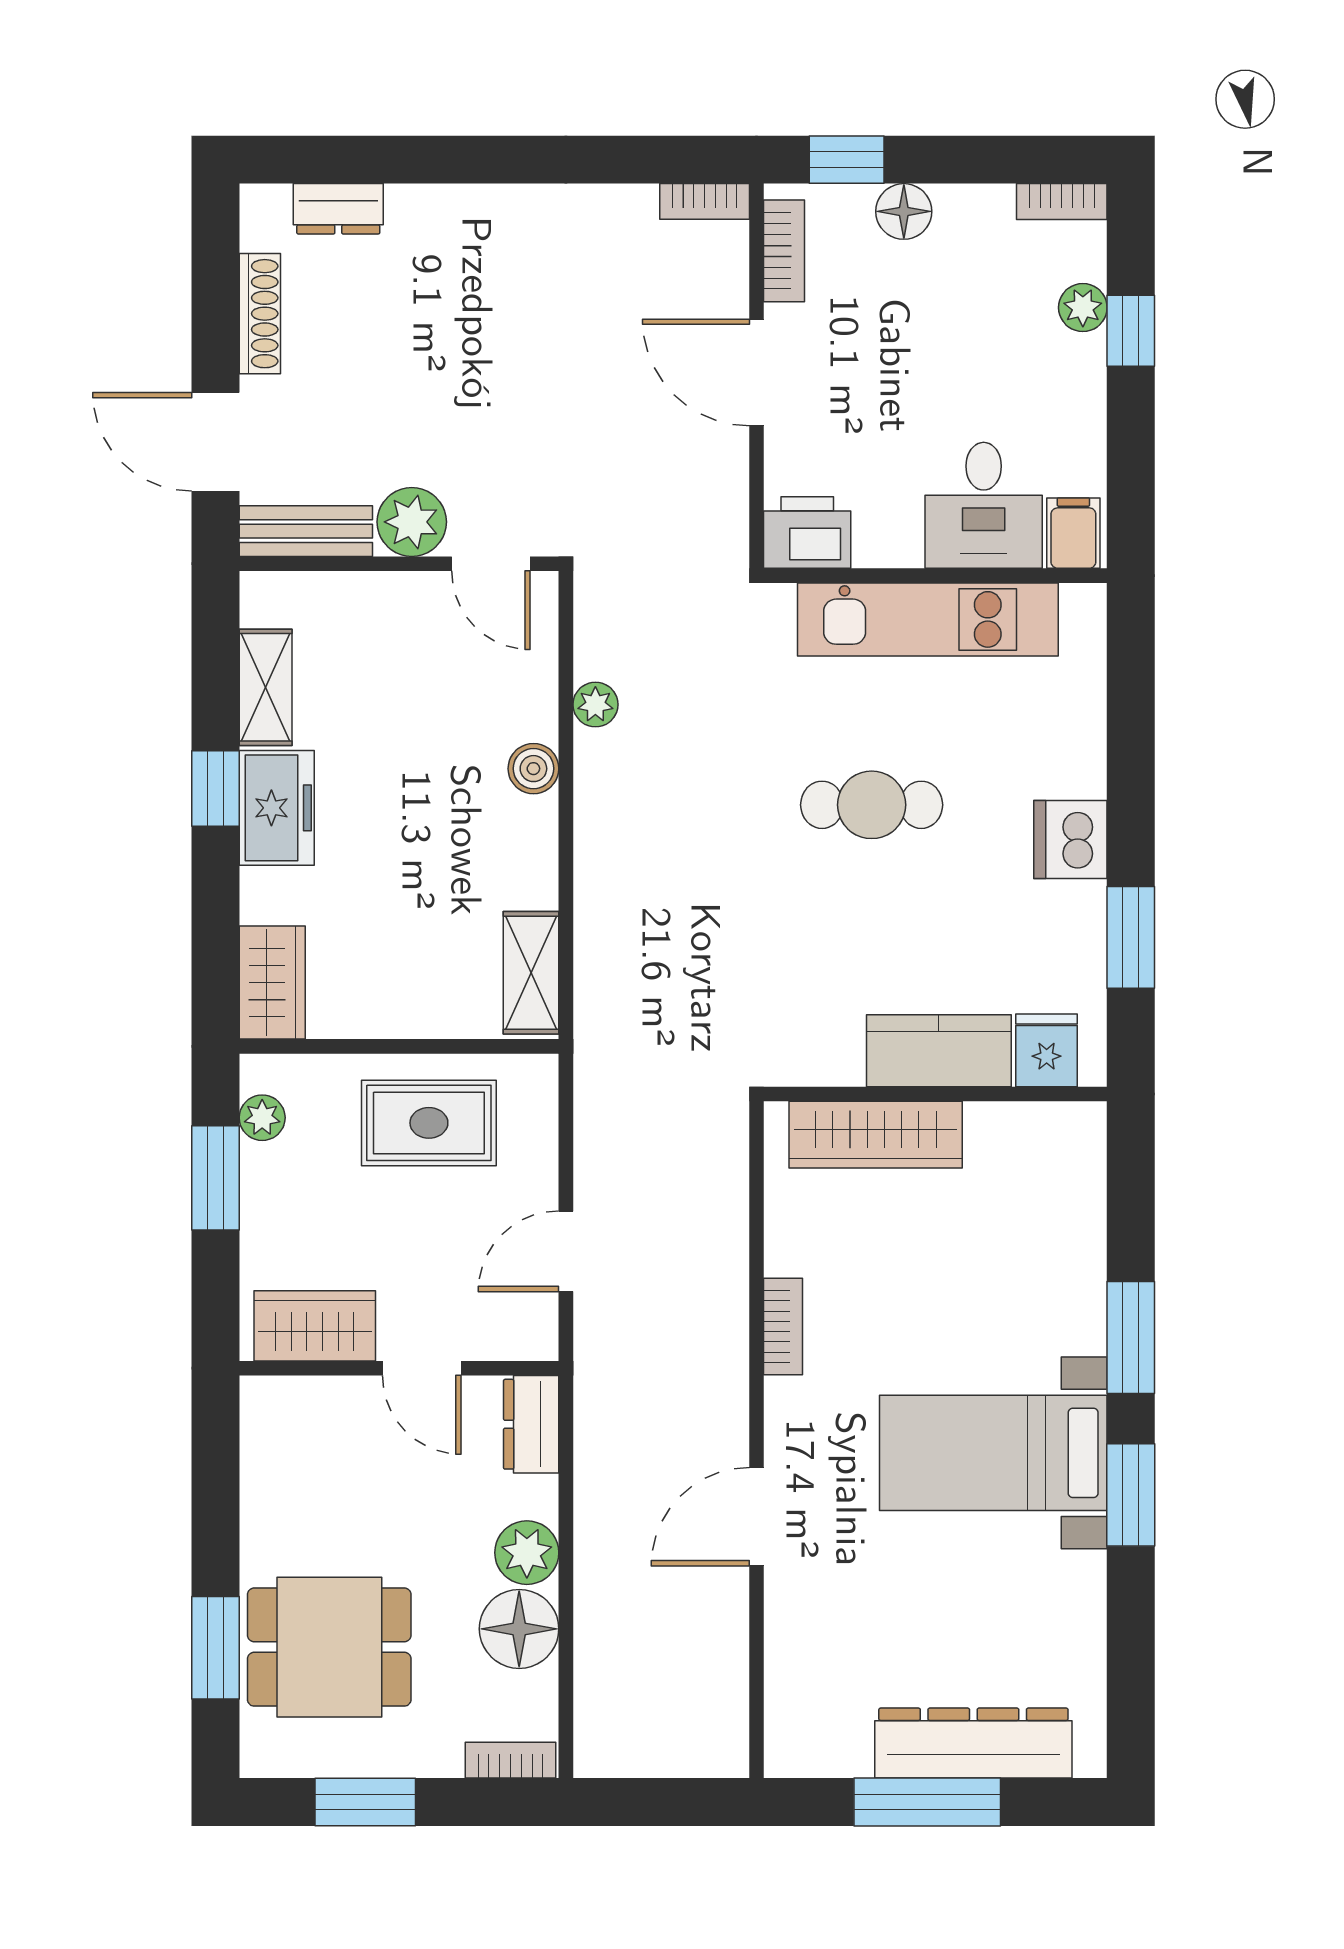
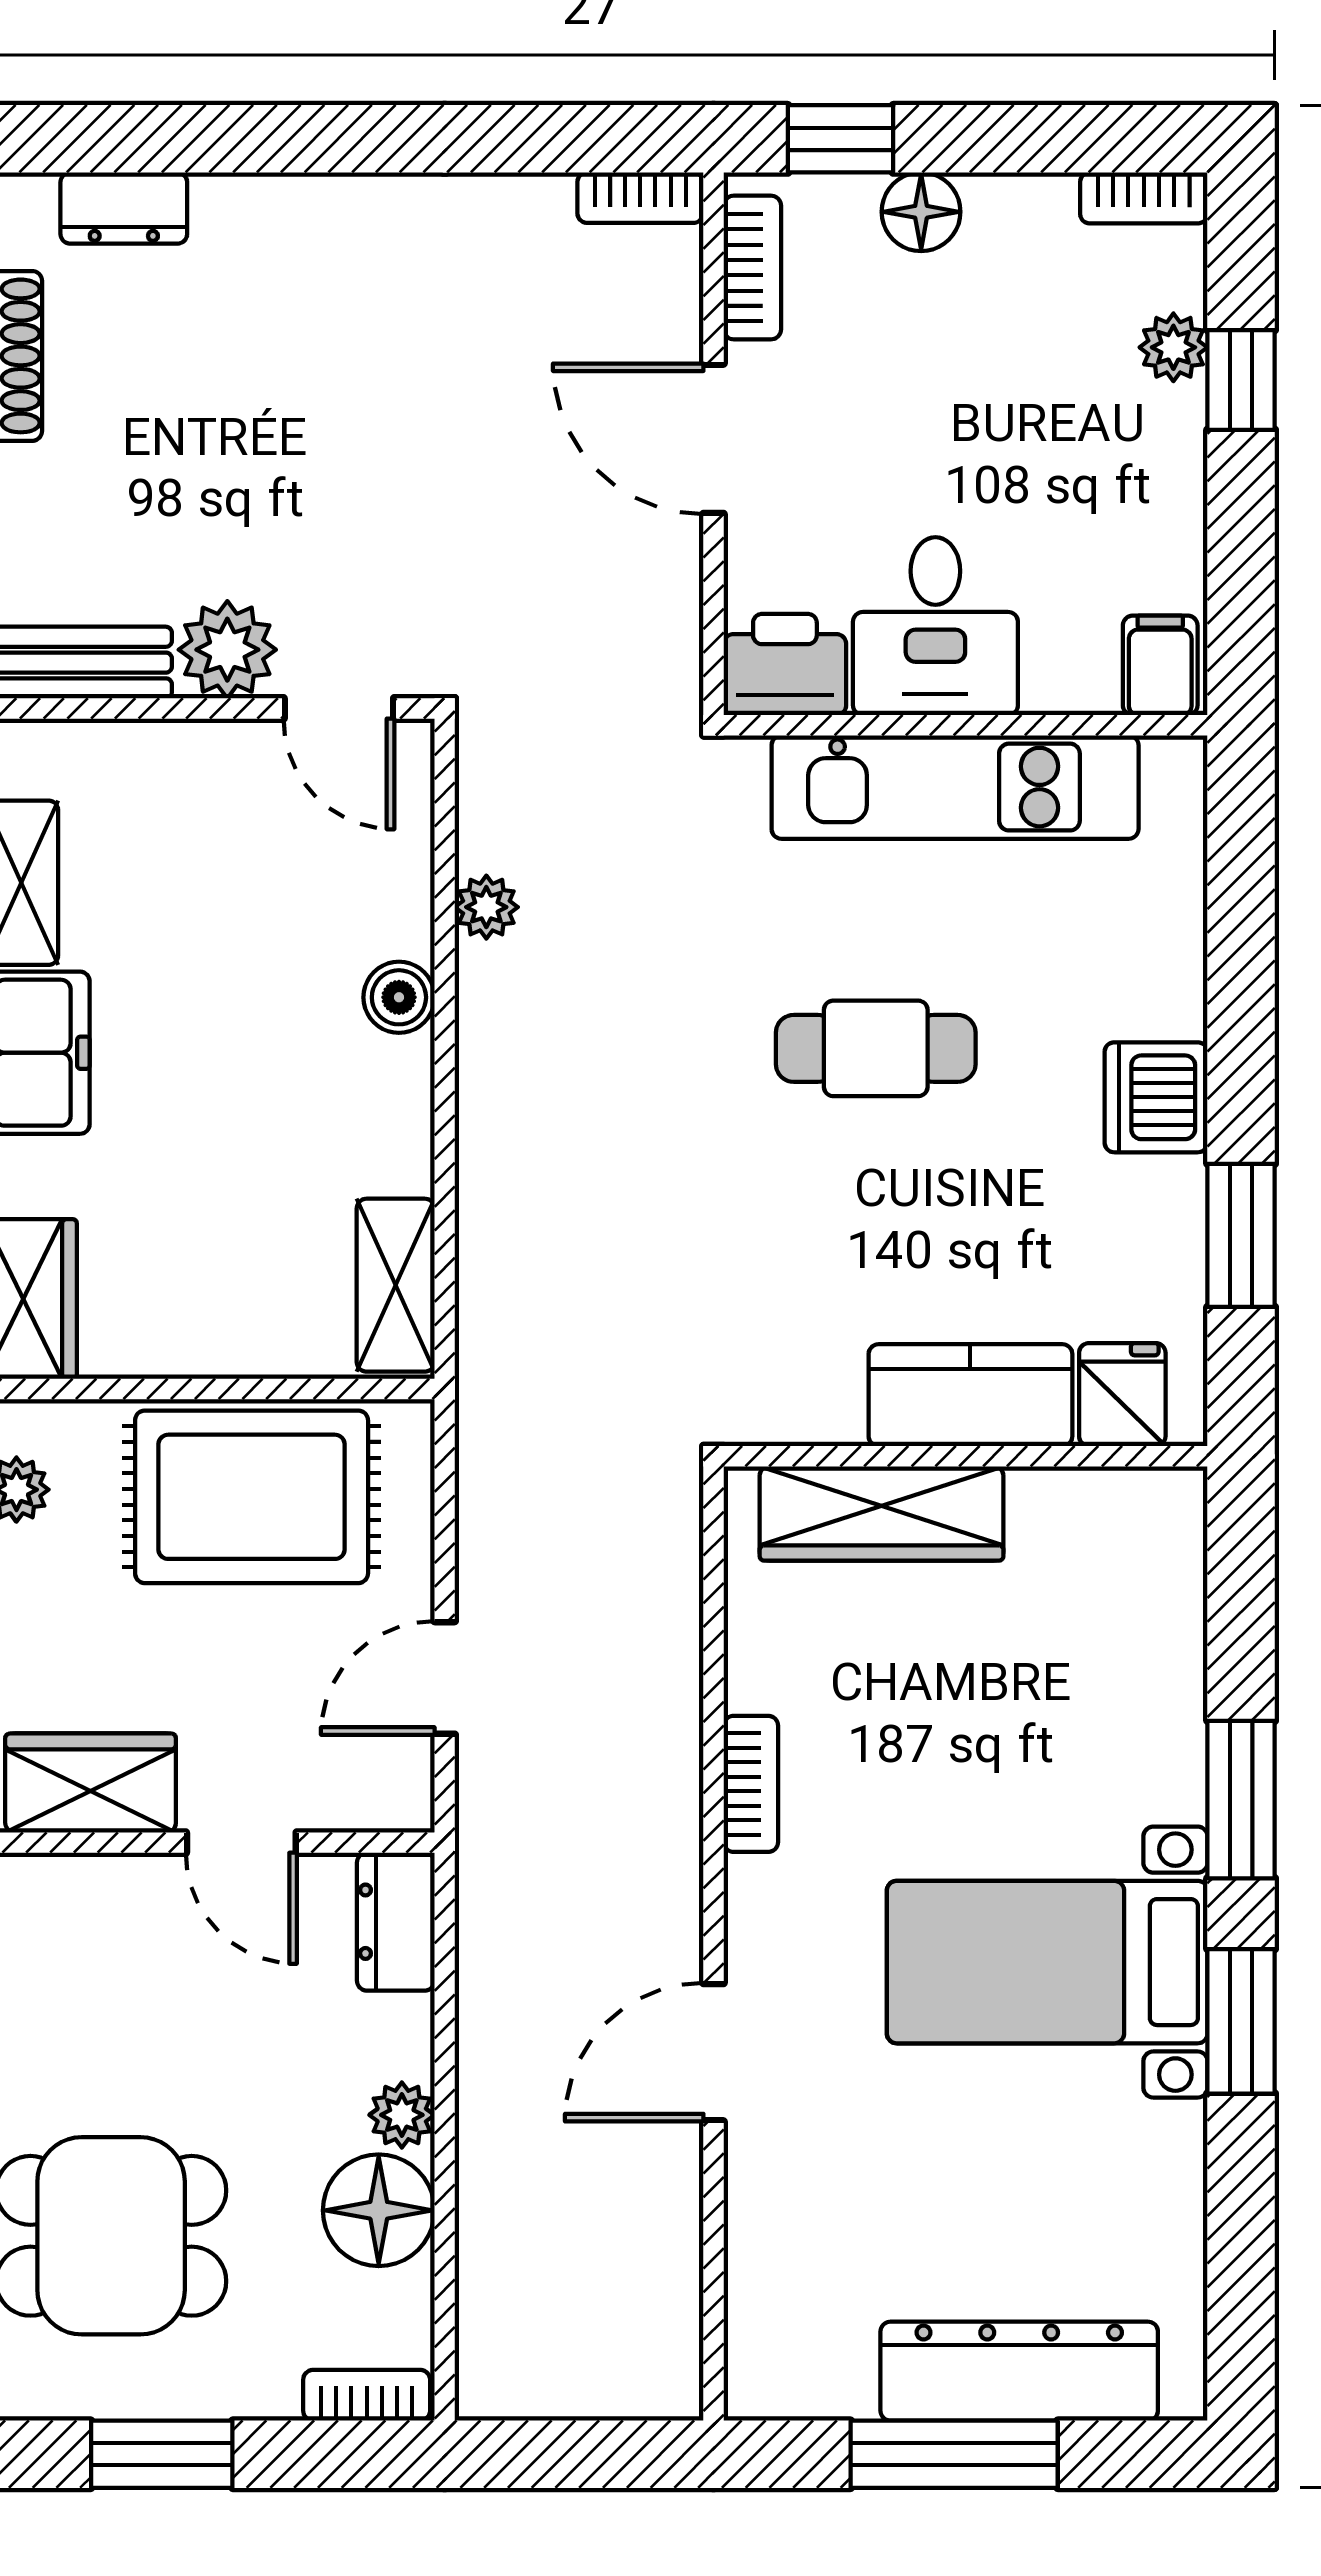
desk: (984, 505) -> (935, 626), moved
rug: (429, 1123) -> (252, 1497), width x1.36, depth x1.43
plant: (527, 1553) -> (402, 2115), width x0.73, depth x0.73

